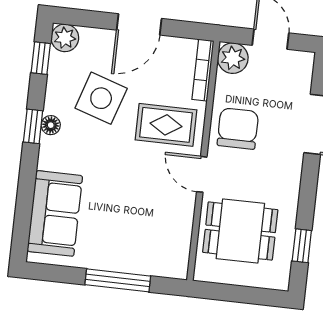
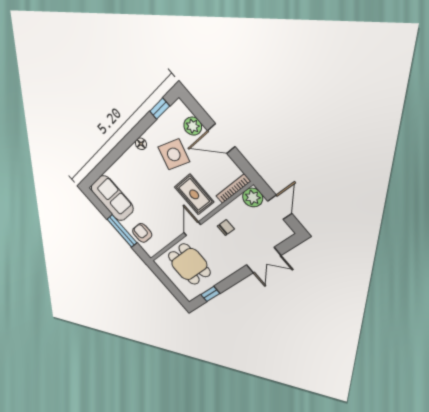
plant: (65, 38) -> (193, 126), moved
window: (33, 126) -> (132, 137), removed
chair: (238, 129) -> (226, 228), width x0.54, depth x0.54
sofa: (55, 213) -> (112, 198), moved, turned -90
armchair: (146, 252) -> (142, 233), added

